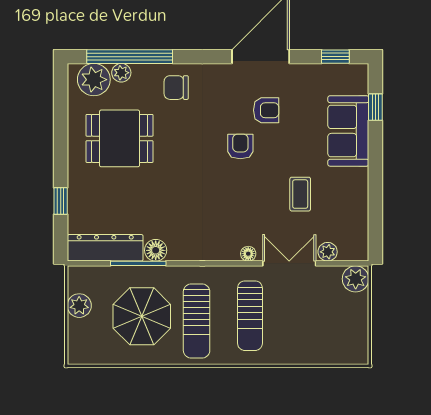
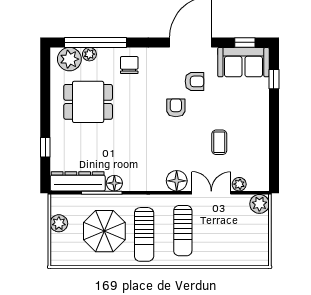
chair: (176, 88) -> (129, 65), turned 90
sofa: (348, 131) -> (243, 62), moved, turned -90
floor lamp: (248, 254) -> (177, 181), width x1.89, depth x1.89

